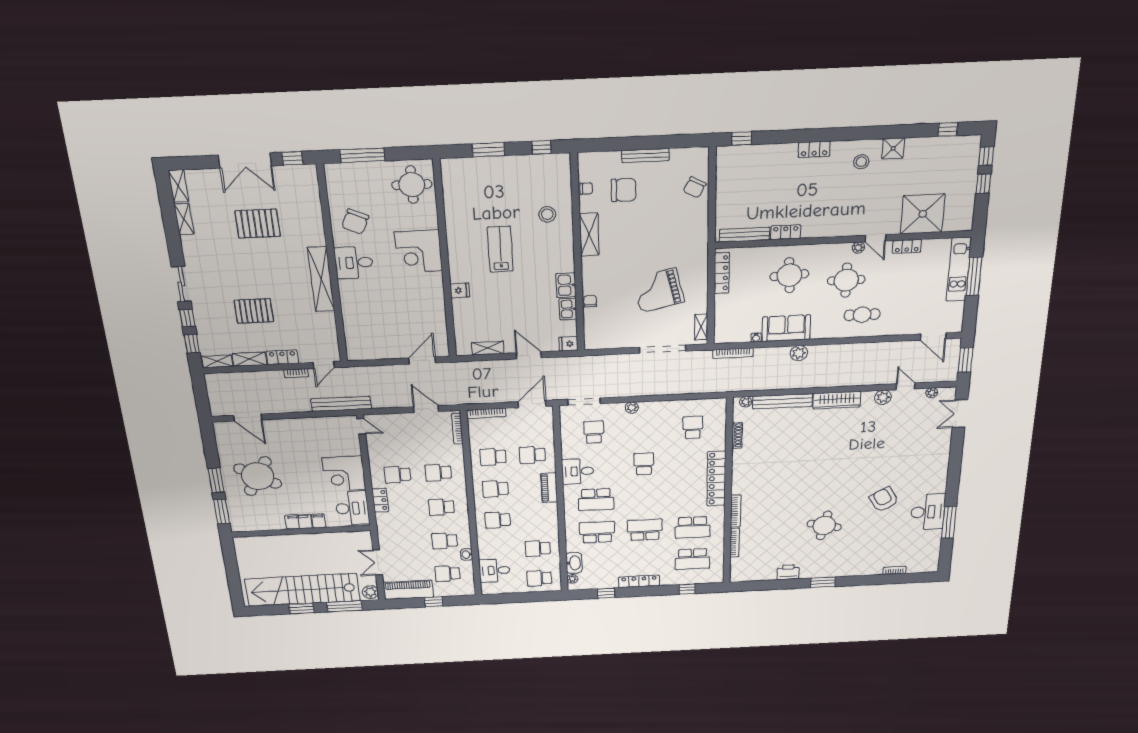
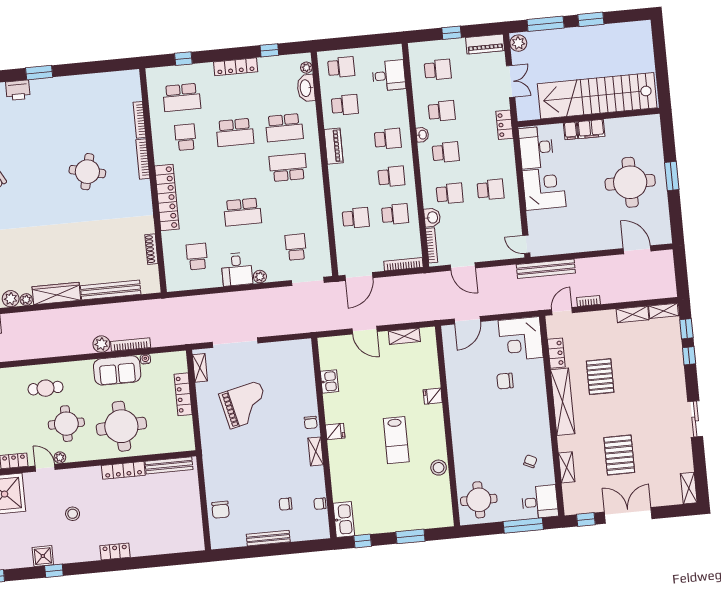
window: (742, 139) -> (54, 571), moved
stool: (861, 162) -> (73, 514), moved
chair: (695, 187) -> (221, 510), turned 152
chair: (624, 190) -> (286, 504), width x0.54, depth x0.54
stool: (547, 214) -> (439, 468), moved
shelving: (184, 219) -> (567, 467), moved
chair: (355, 222) -> (530, 461), width x0.54, depth x0.54
pallet: (258, 224) -> (619, 455), turned 90
locker: (786, 232) -> (123, 470), width x1.53
shelving: (589, 234) -> (316, 451), width x0.67, depth x0.75
corner desk: (418, 251) -> (521, 339), moved, turned 180
desk: (354, 263) -> (540, 502), moved
locker: (722, 273) -> (183, 394), moved
round table: (789, 275) -> (121, 426), width x1.36, depth x1.36
sliding door: (181, 284) -> (695, 419), moved
kitchen sink: (566, 285) -> (344, 519), moved, width x1.38
chair: (590, 301) -> (311, 422), moved
chair: (383, 302) -> (505, 381), added
pallet: (254, 311) -> (600, 377), moved, turned 90
fridge: (568, 344) -> (335, 432), moved
bookcase: (733, 353) -> (131, 345), moved
locker: (282, 357) -> (556, 353), moved, turned -90
plant: (746, 402) -> (26, 300), moved
school desk: (693, 427) -> (197, 257), turned 180
school desk: (594, 432) -> (296, 247), turned 180
washbasin: (456, 453) -> (432, 217), added
school desk: (644, 464) -> (243, 212), width x1.85
desk: (578, 471) -> (237, 269), moved, turned 90
round table: (258, 476) -> (630, 182), turned -30
piano: (549, 488) -> (334, 146), moved
locker: (380, 500) -> (505, 125), moved
window: (222, 512) -> (668, 139), removed
round table: (824, 525) -> (87, 172), moved
school desk: (693, 527) -> (185, 137), width x0.54
washbasin: (467, 555) -> (422, 135), moved
school desk: (692, 559) -> (182, 97), turned 180
printer: (788, 572) -> (18, 90), moved
stairs: (302, 590) -> (597, 96), moved, turned 180
piano: (408, 590) -> (485, 44), width x0.73, depth x0.75

